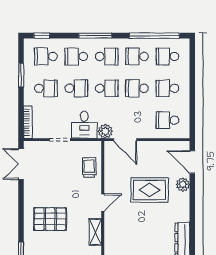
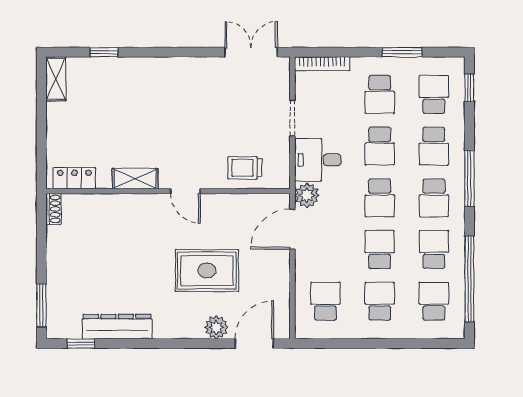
school desk: (76, 56) -> (434, 146), turned 180
trolley: (89, 168) -> (245, 168), turned 180
rug: (149, 190) -> (207, 271), turned 90
pallet: (50, 219) -> (157, 102), removed

